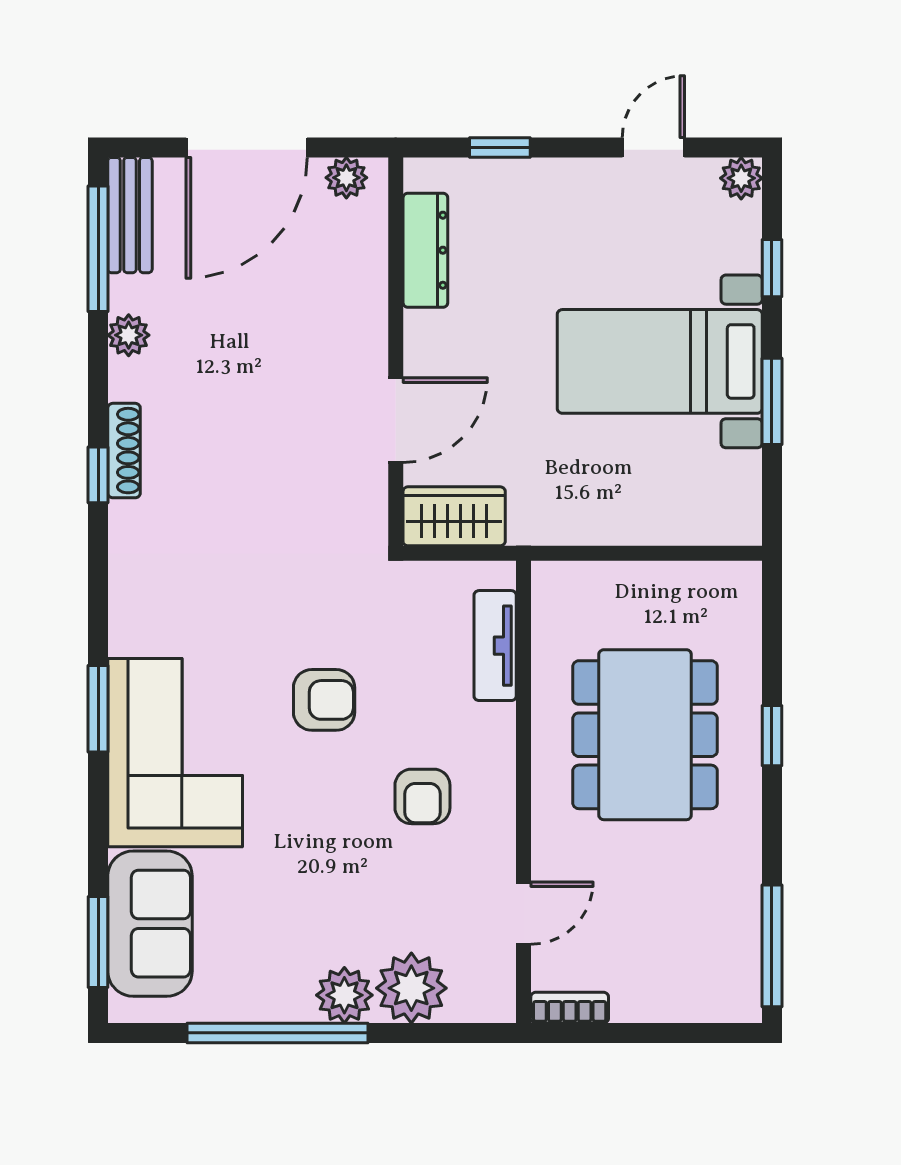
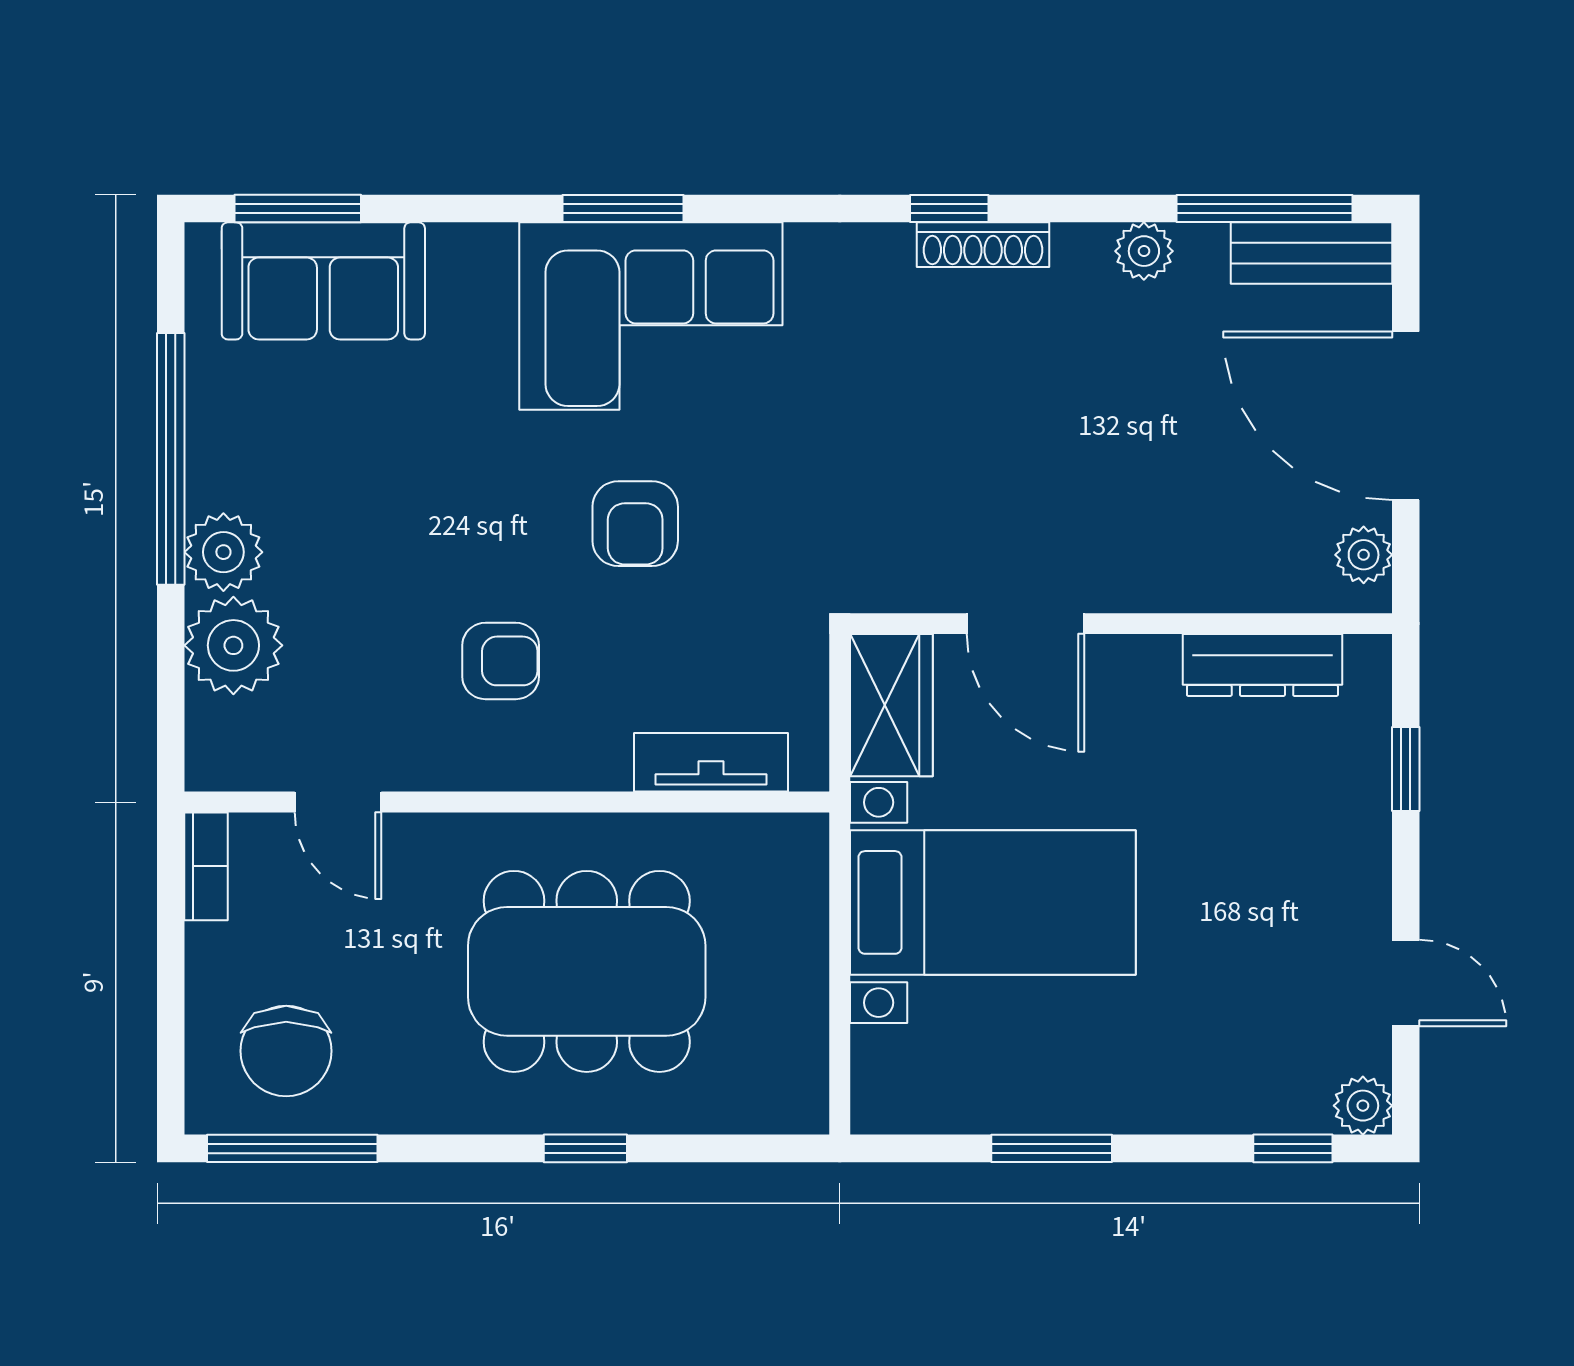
window: (772, 268) -> (1293, 1148), moved
bed with nightstands: (660, 361) -> (993, 902), moved, turned 90
corner sofa: (175, 753) -> (651, 316), moved
armchair: (422, 796) -> (501, 661), turned 180
chair: (702, 950) -> (286, 1051), added

